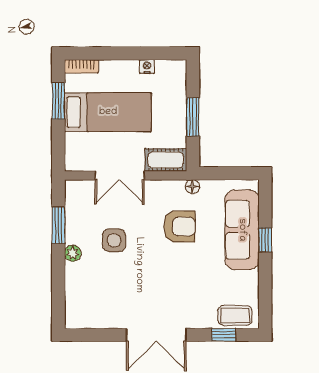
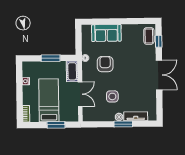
window: (58, 101) -> (56, 125), moved
window: (58, 225) -> (123, 124), moved
sofa: (242, 230) -> (106, 33), width x0.73
window: (265, 240) -> (111, 21), removed
tv unit: (74, 287) -> (136, 116), added

